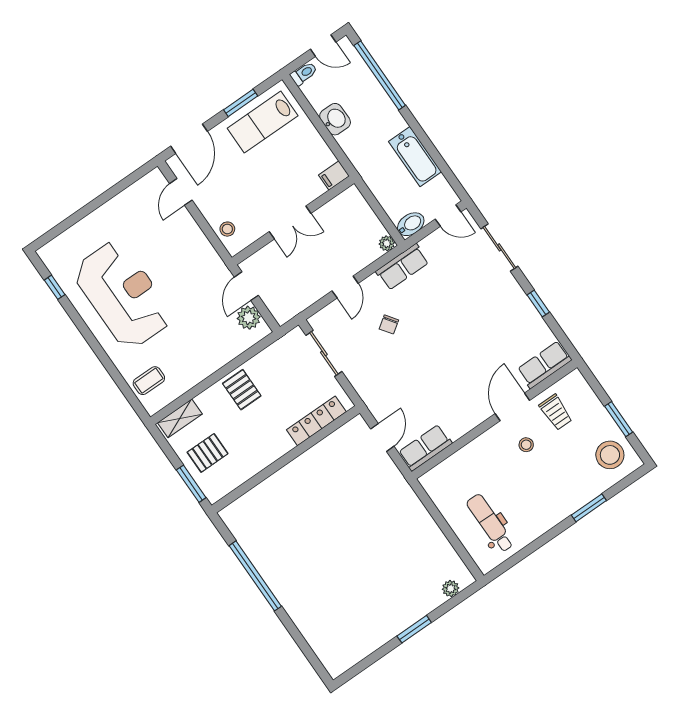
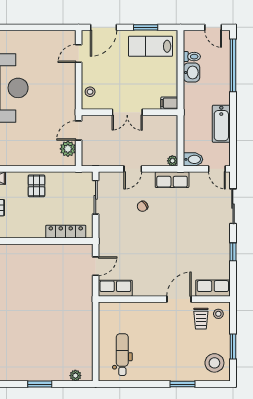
toilet: (304, 74) -> (192, 57), moved
stool: (526, 445) -> (218, 314), moved

